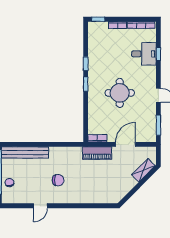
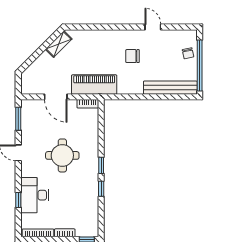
desk: (144, 54) -> (35, 195), width x1.37
door: (125, 144) -> (56, 97), hinge flipped
piano: (97, 153) -> (94, 85), width x1.37, depth x1.33
shelving: (143, 170) -> (59, 44), moved
door: (40, 206) -> (153, 27), hinge flipped

